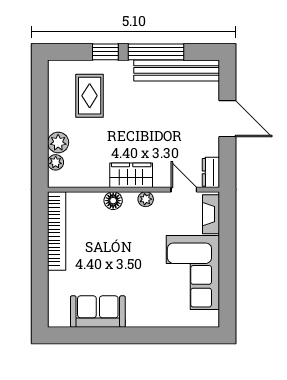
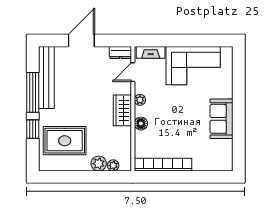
rug: (90, 96) -> (65, 141), width x1.36, depth x1.43
sofa: (98, 312) -> (221, 119), moved

